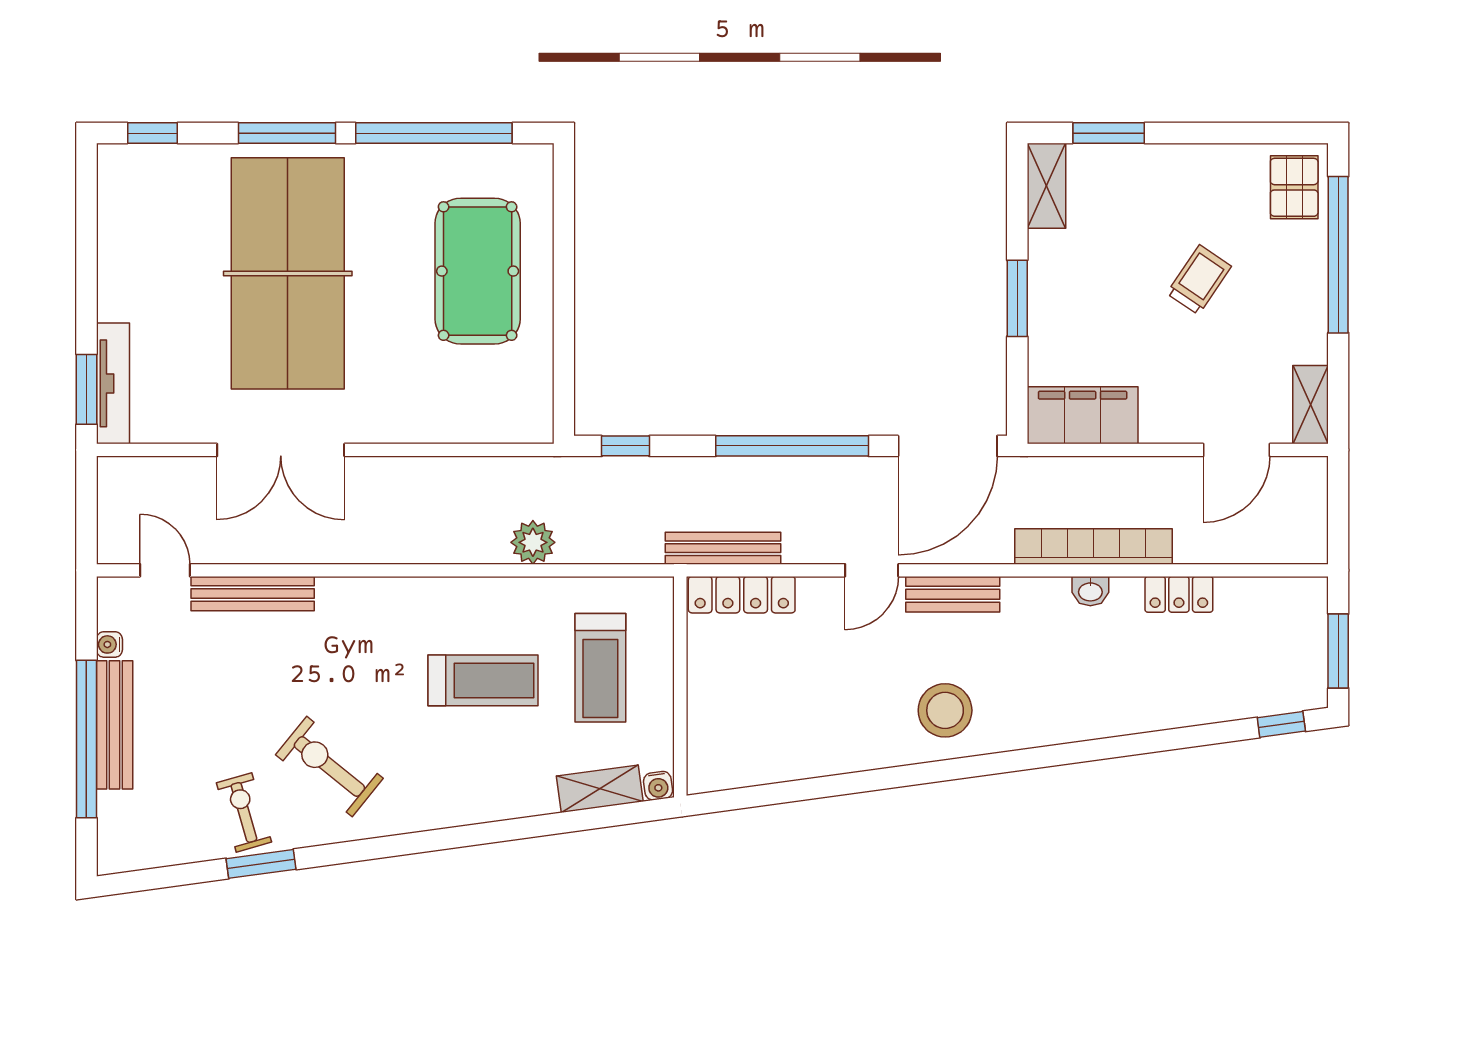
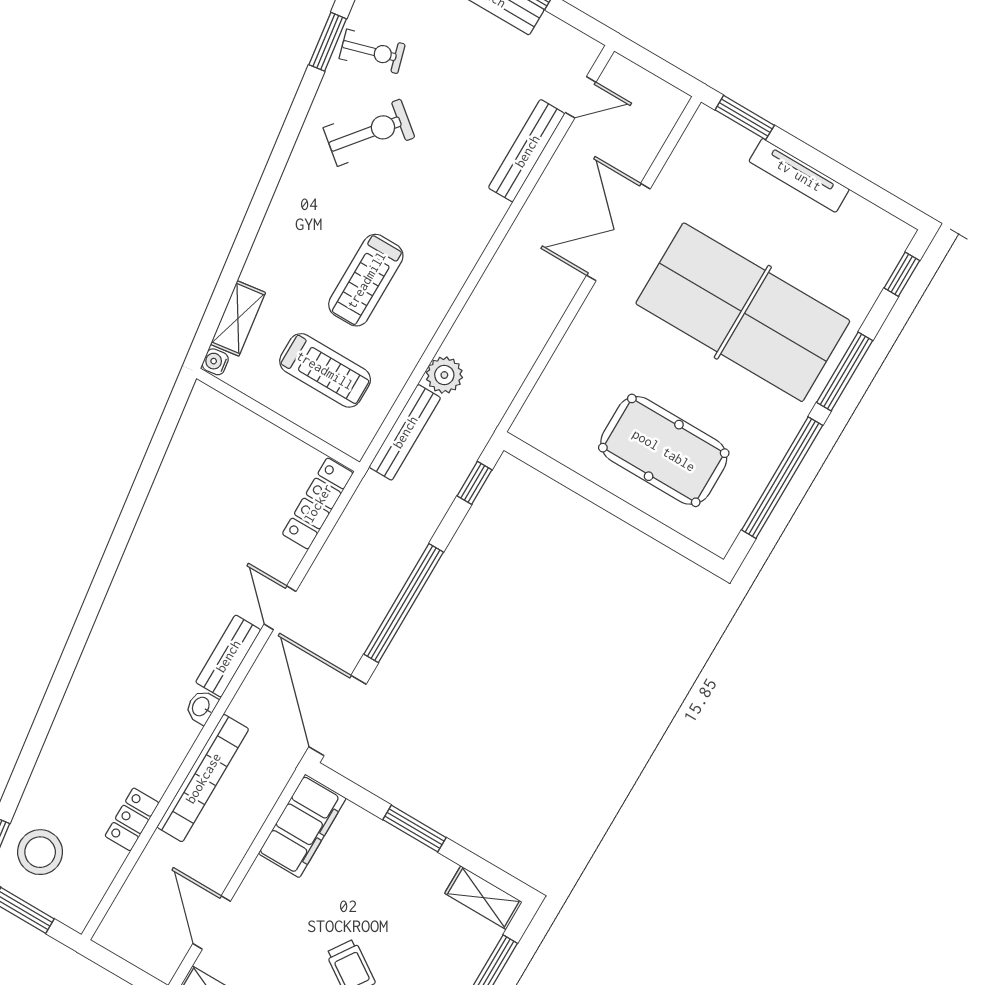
tv unit: (113, 383) -> (799, 175), moved
bench: (723, 548) -> (405, 432), moved
washbasin: (1090, 591) -> (201, 707), moved
water cooler: (109, 644) -> (551, 26), removed
treadmill: (600, 668) -> (325, 370), turned 180
stool: (945, 710) -> (40, 852), moved

